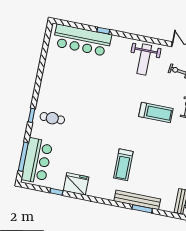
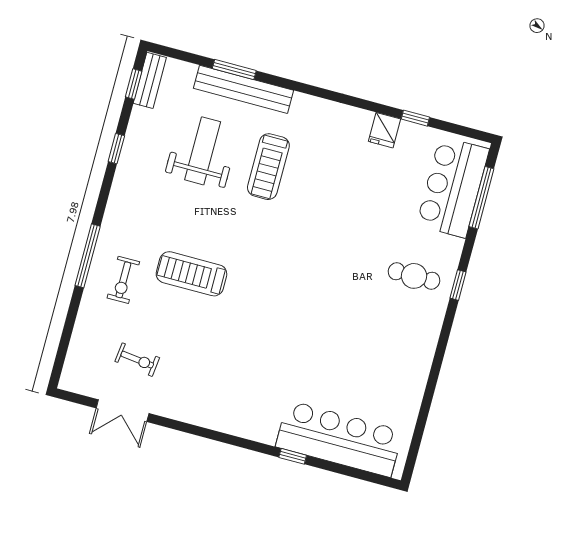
weight bench: (144, 59) -> (203, 151), moved
treadmill: (123, 165) -> (268, 167), turned 180
fridge: (76, 184) -> (384, 130), width x0.53, depth x0.75

